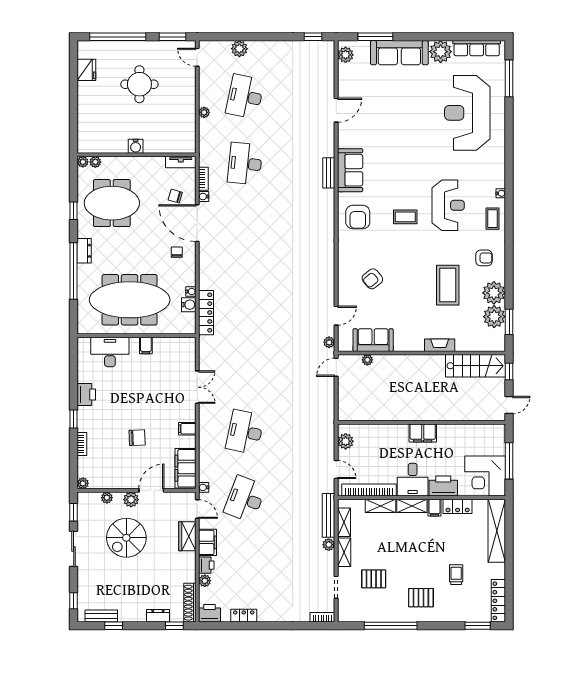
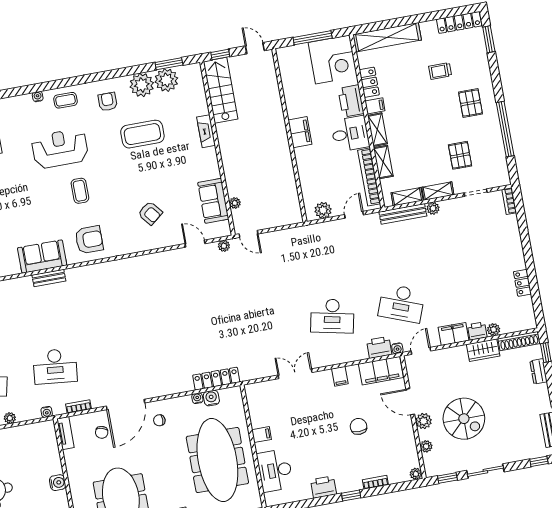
water cooler: (204, 196) -> (47, 412), moved
wardrobe: (187, 536) -> (483, 350), moved
printer: (209, 613) -> (379, 347), moved, turned 90

